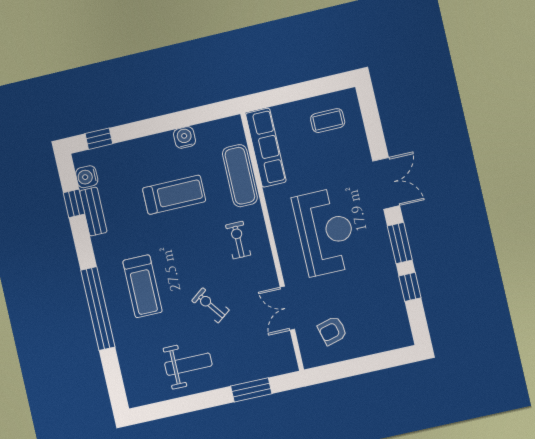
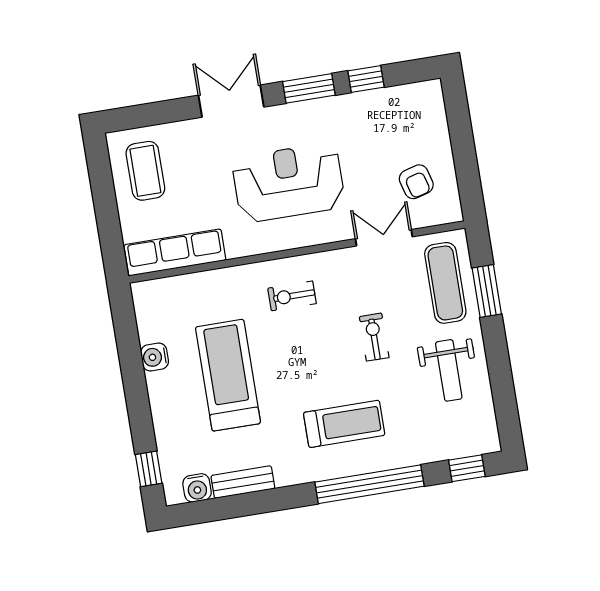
coffee table: (328, 121) -> (145, 171), width x1.36, depth x1.30
exercise mat: (240, 176) -> (445, 283), moved, turned 90
treadmill: (174, 195) -> (228, 375), width x1.37, depth x1.38
window: (74, 203) -> (467, 468), moved
exercise bike: (210, 305) -> (374, 337), turned 127
double door: (287, 308) -> (384, 238), swing flipped
weight bench: (188, 364) -> (449, 370), turned 180

